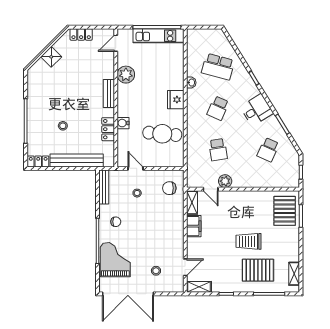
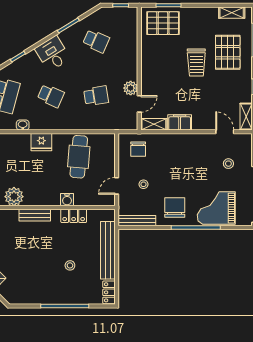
chair: (116, 222) -> (175, 207), width x1.87, depth x1.87

